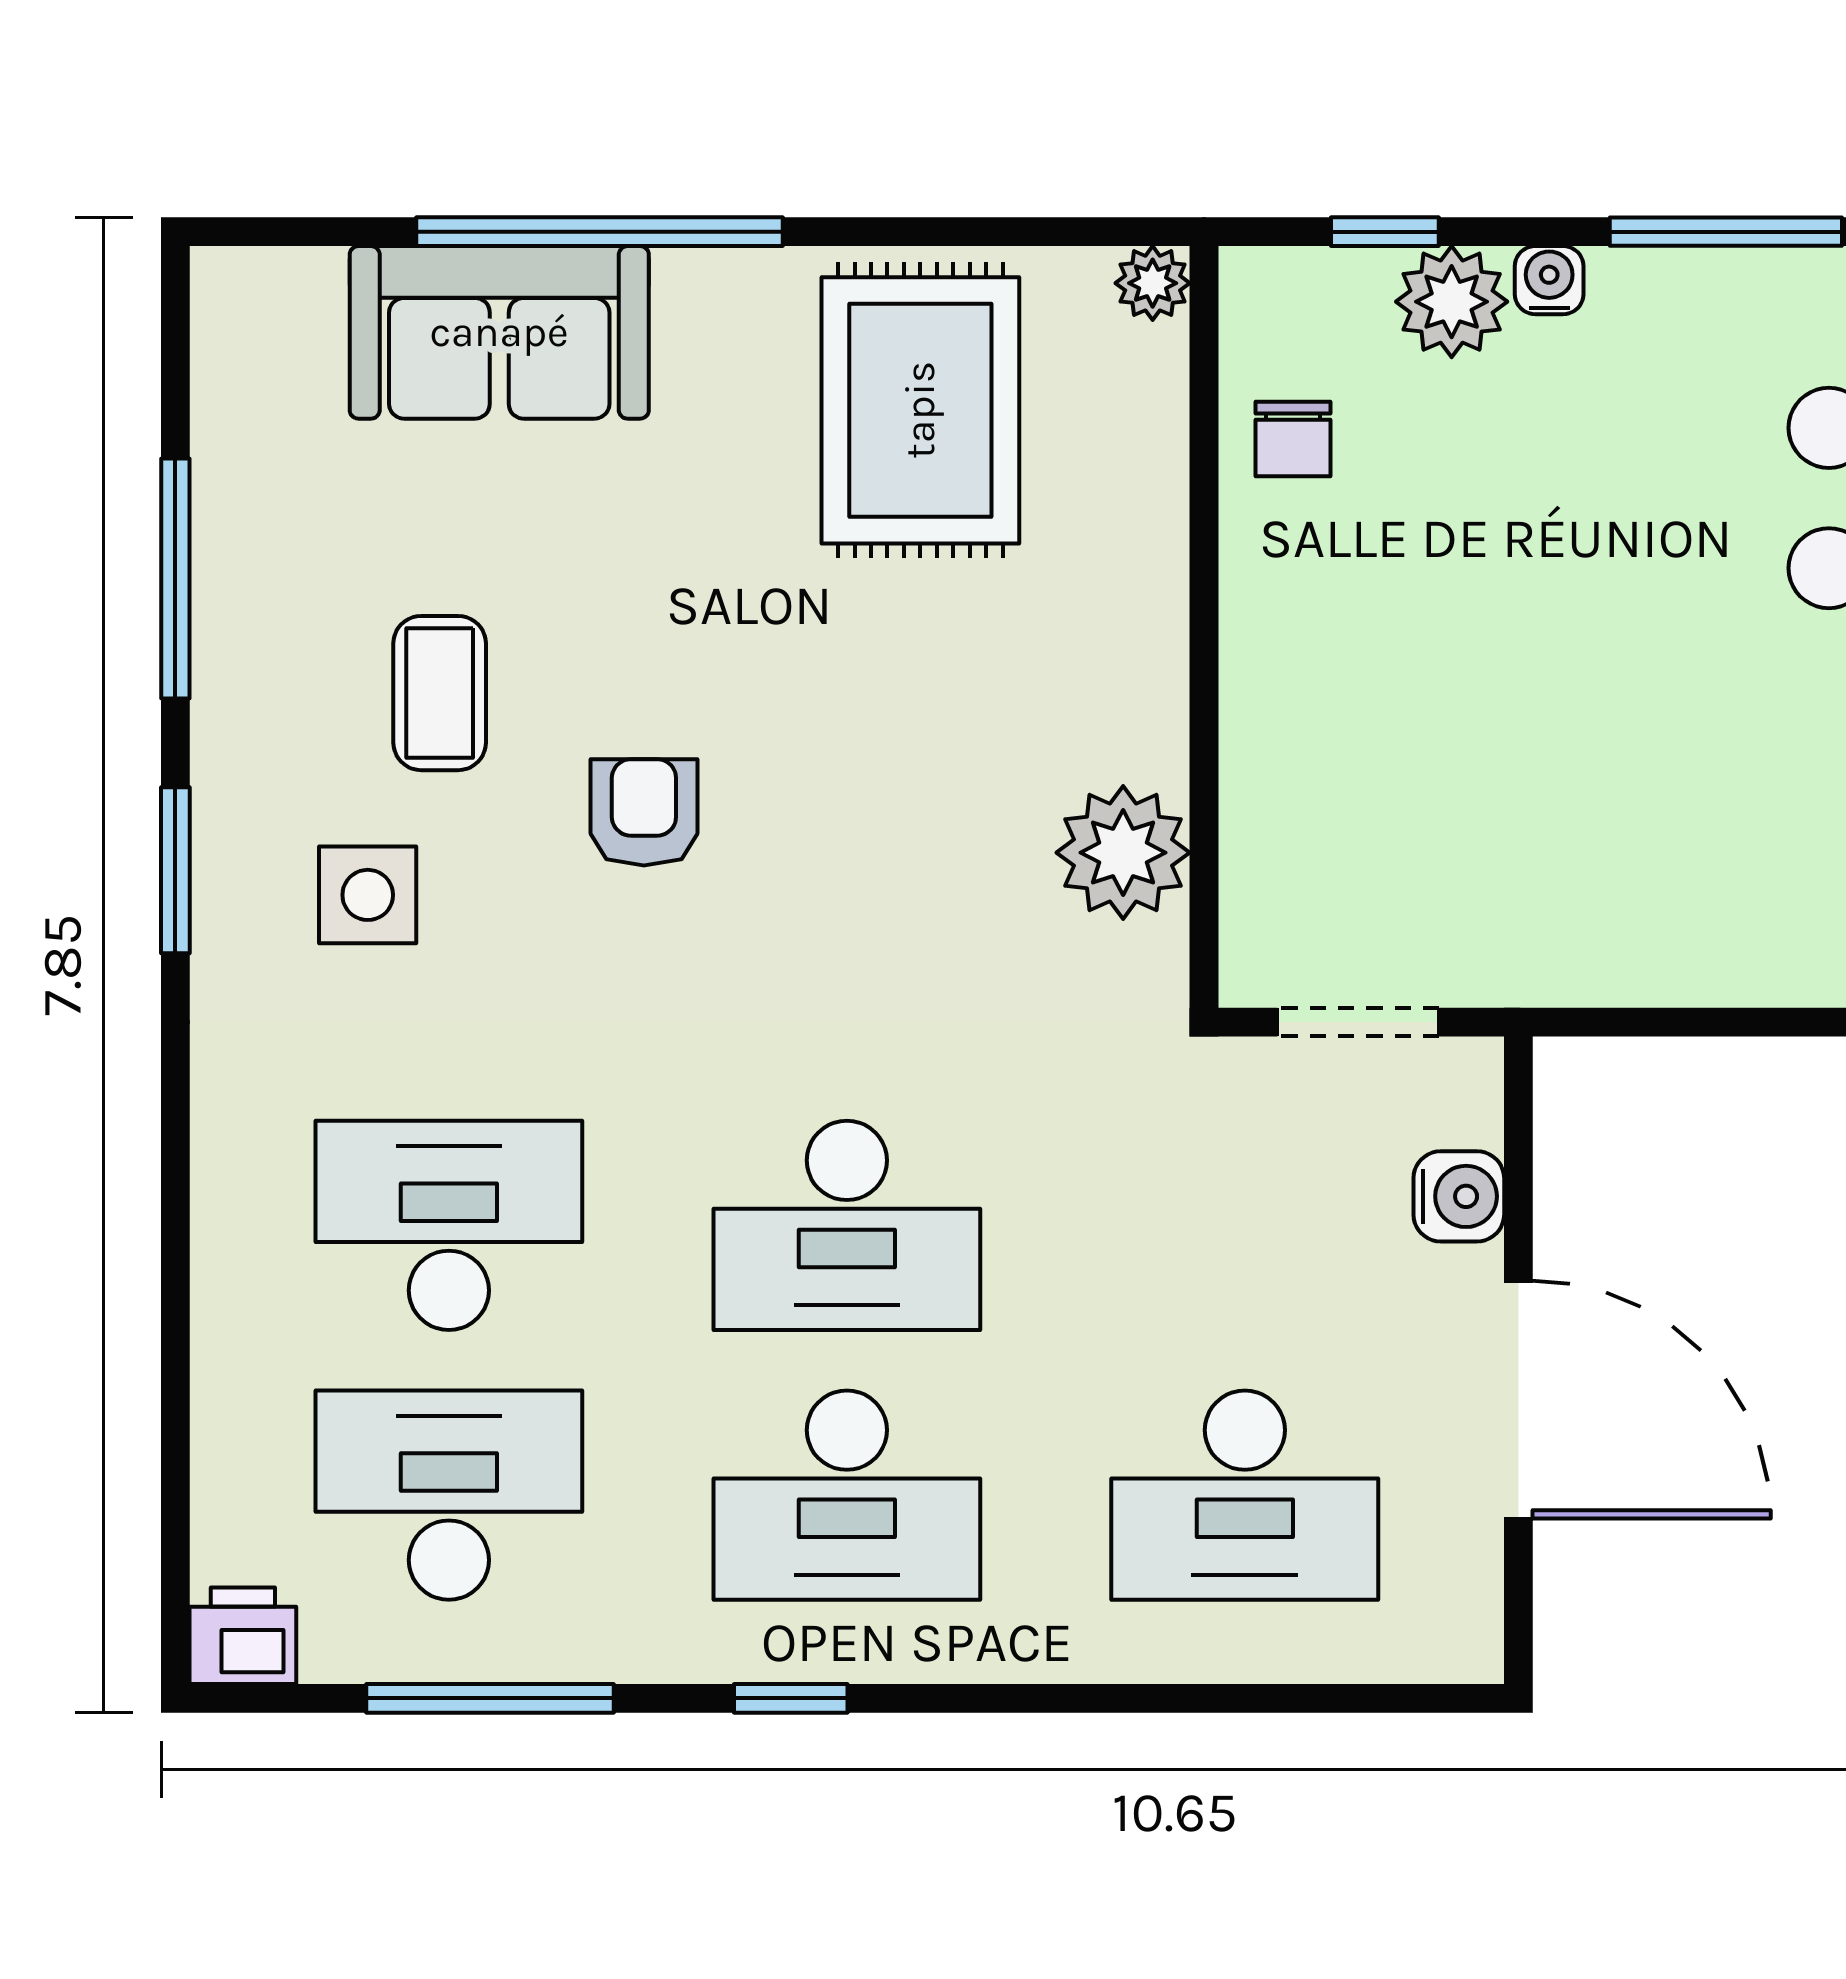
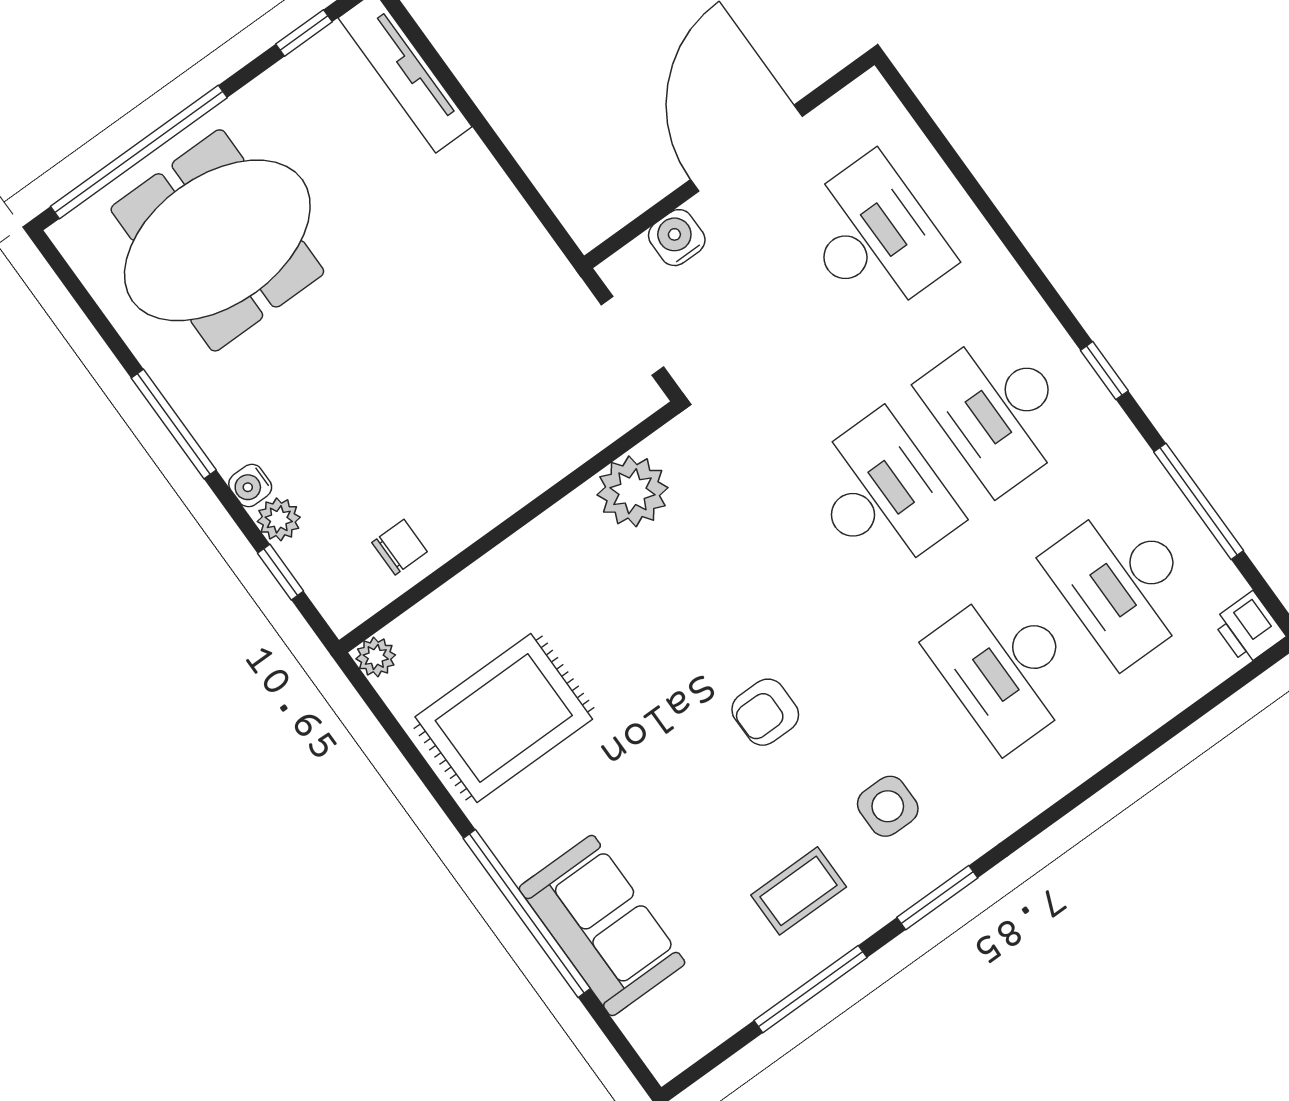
plant: (1452, 302) -> (279, 519), width x0.73, depth x0.73
coffee table: (440, 693) -> (799, 891), moved
desk: (847, 1495) -> (998, 410), turned 180

